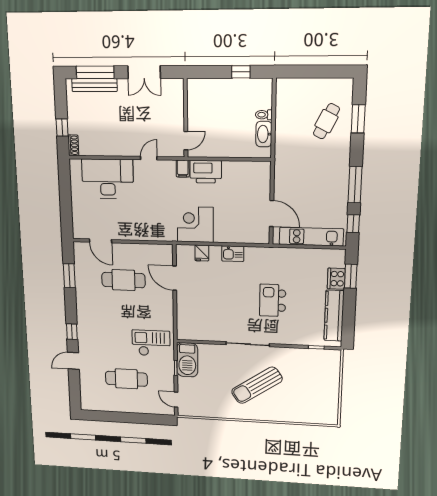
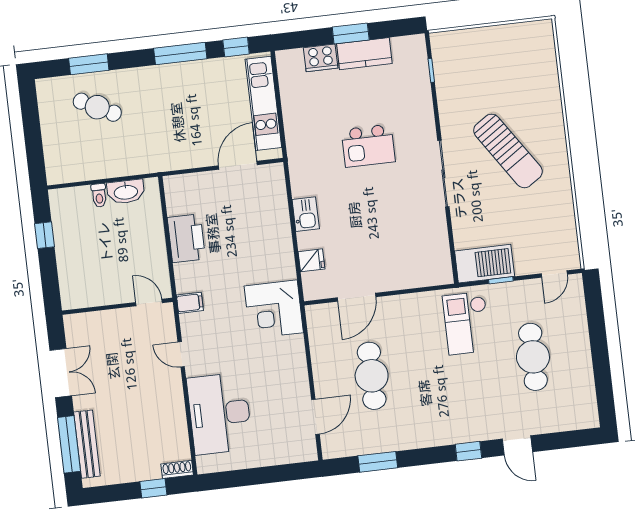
printer: (206, 172) -> (186, 238), moved
corner desk: (195, 225) -> (274, 309), moved
window: (351, 276) -> (351, 34), moved
kitchen counter: (334, 316) -> (364, 54), width x0.67

